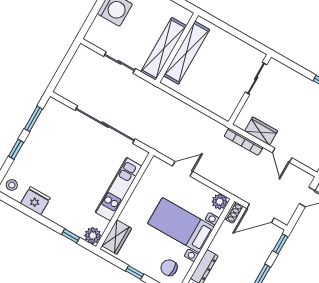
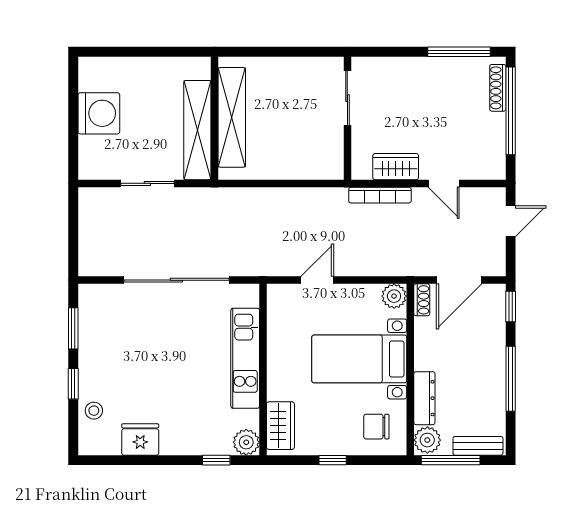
stool: (12, 185) -> (94, 411), moved

